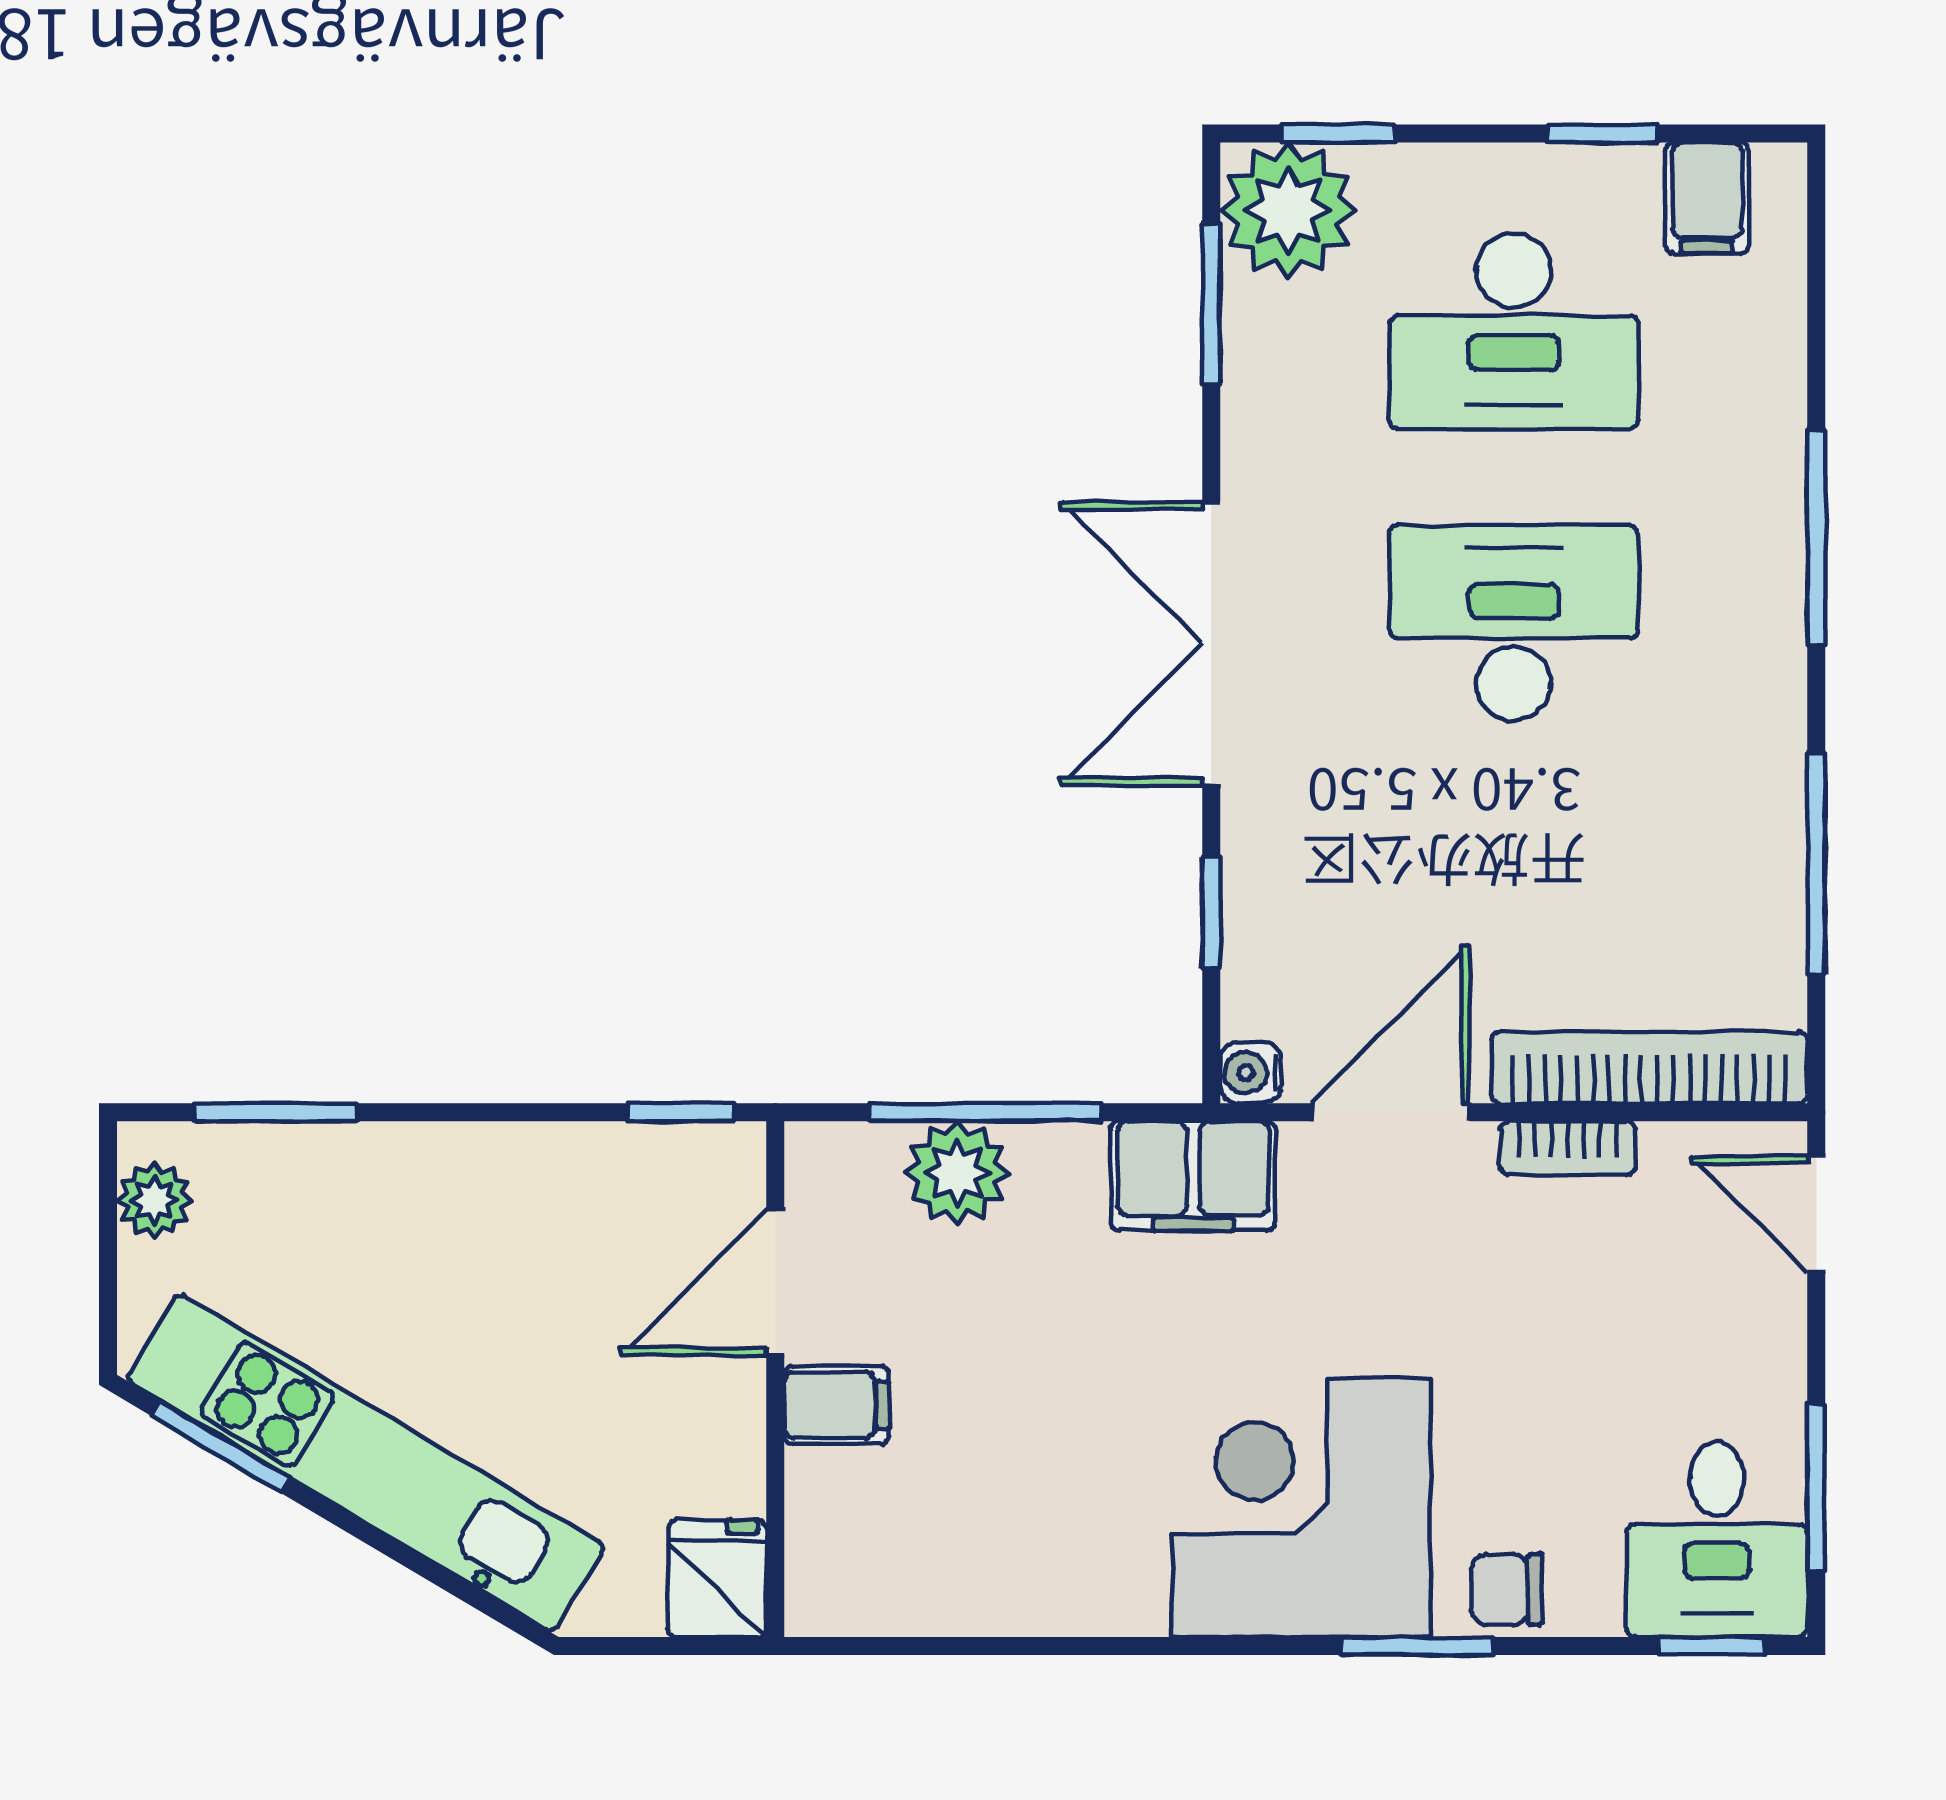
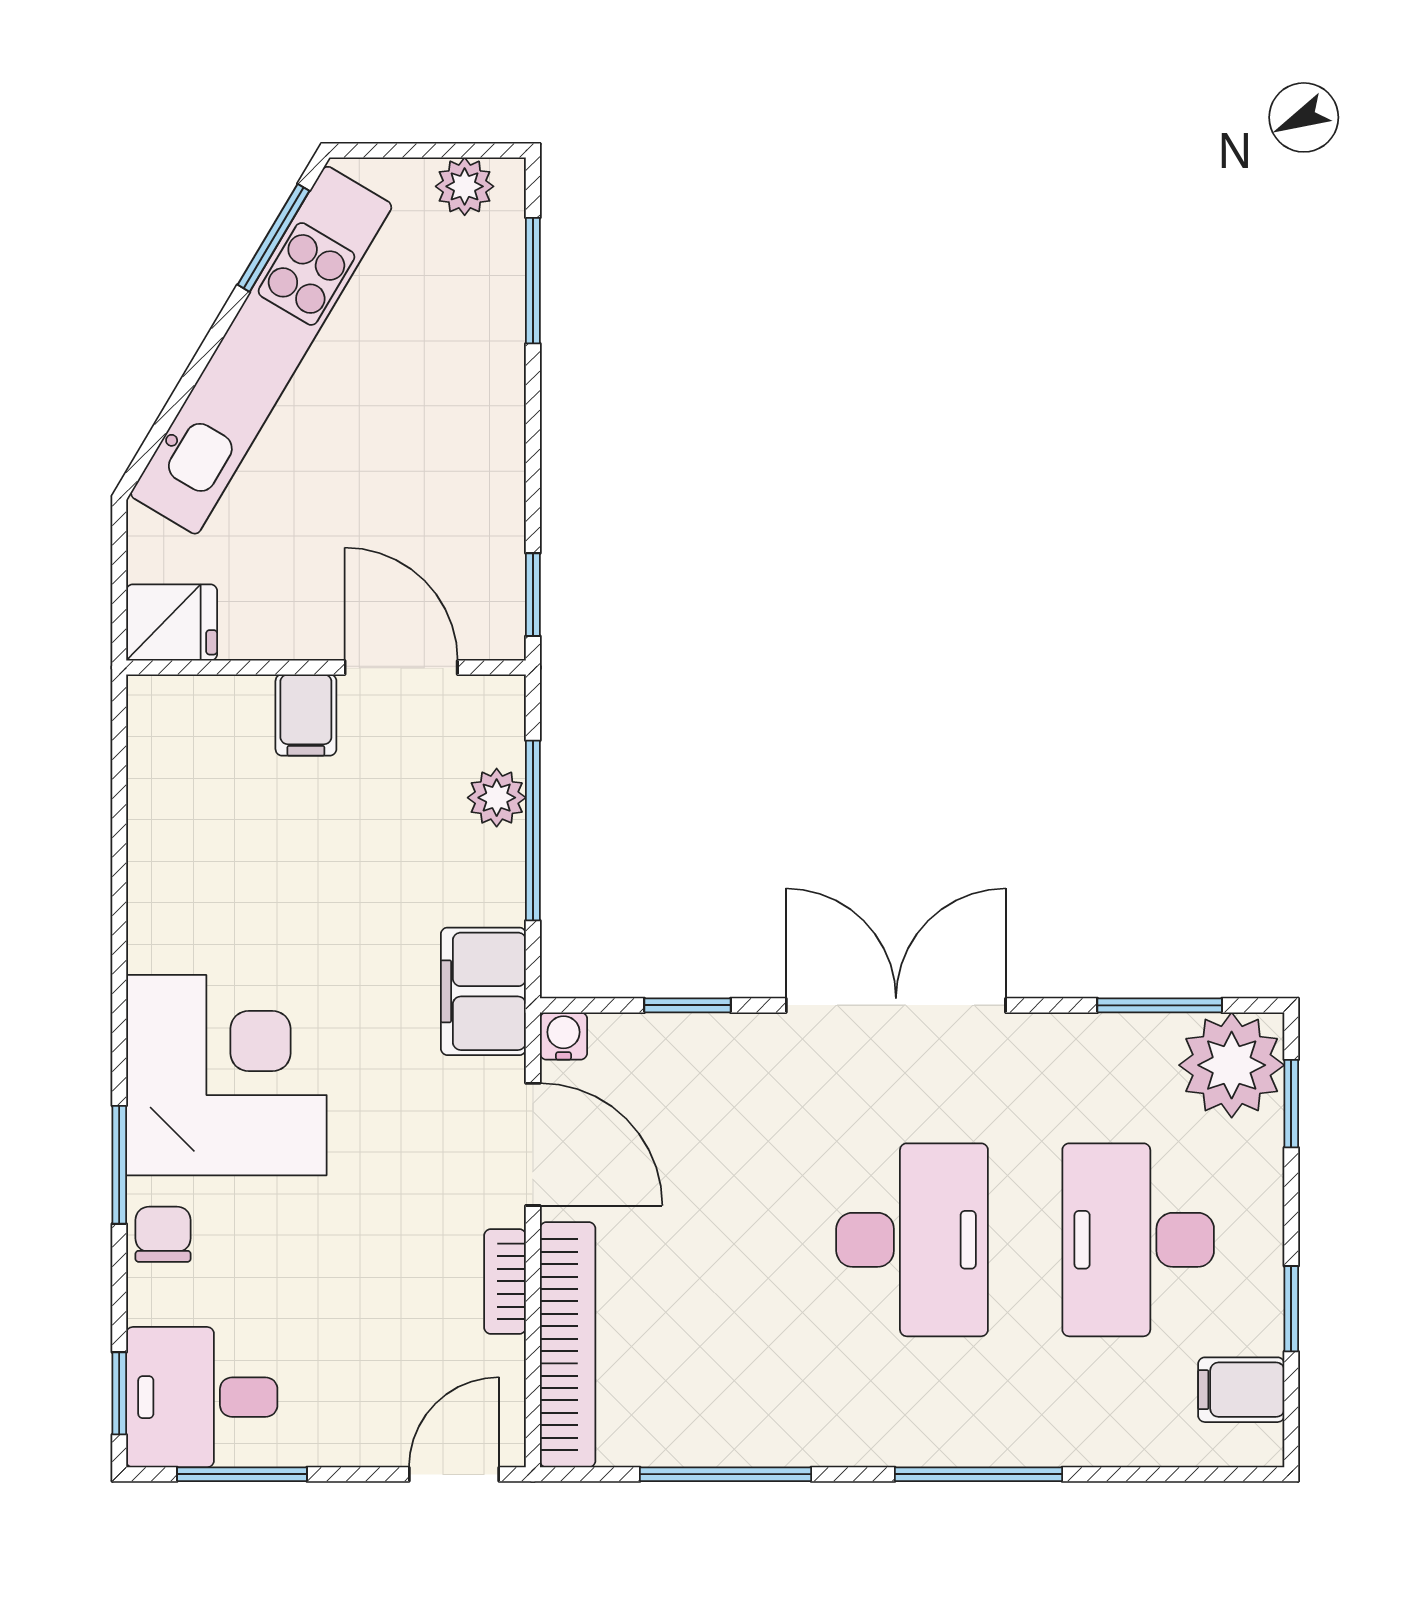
plant: (957, 1173) -> (497, 798), width x0.73, depth x0.73

